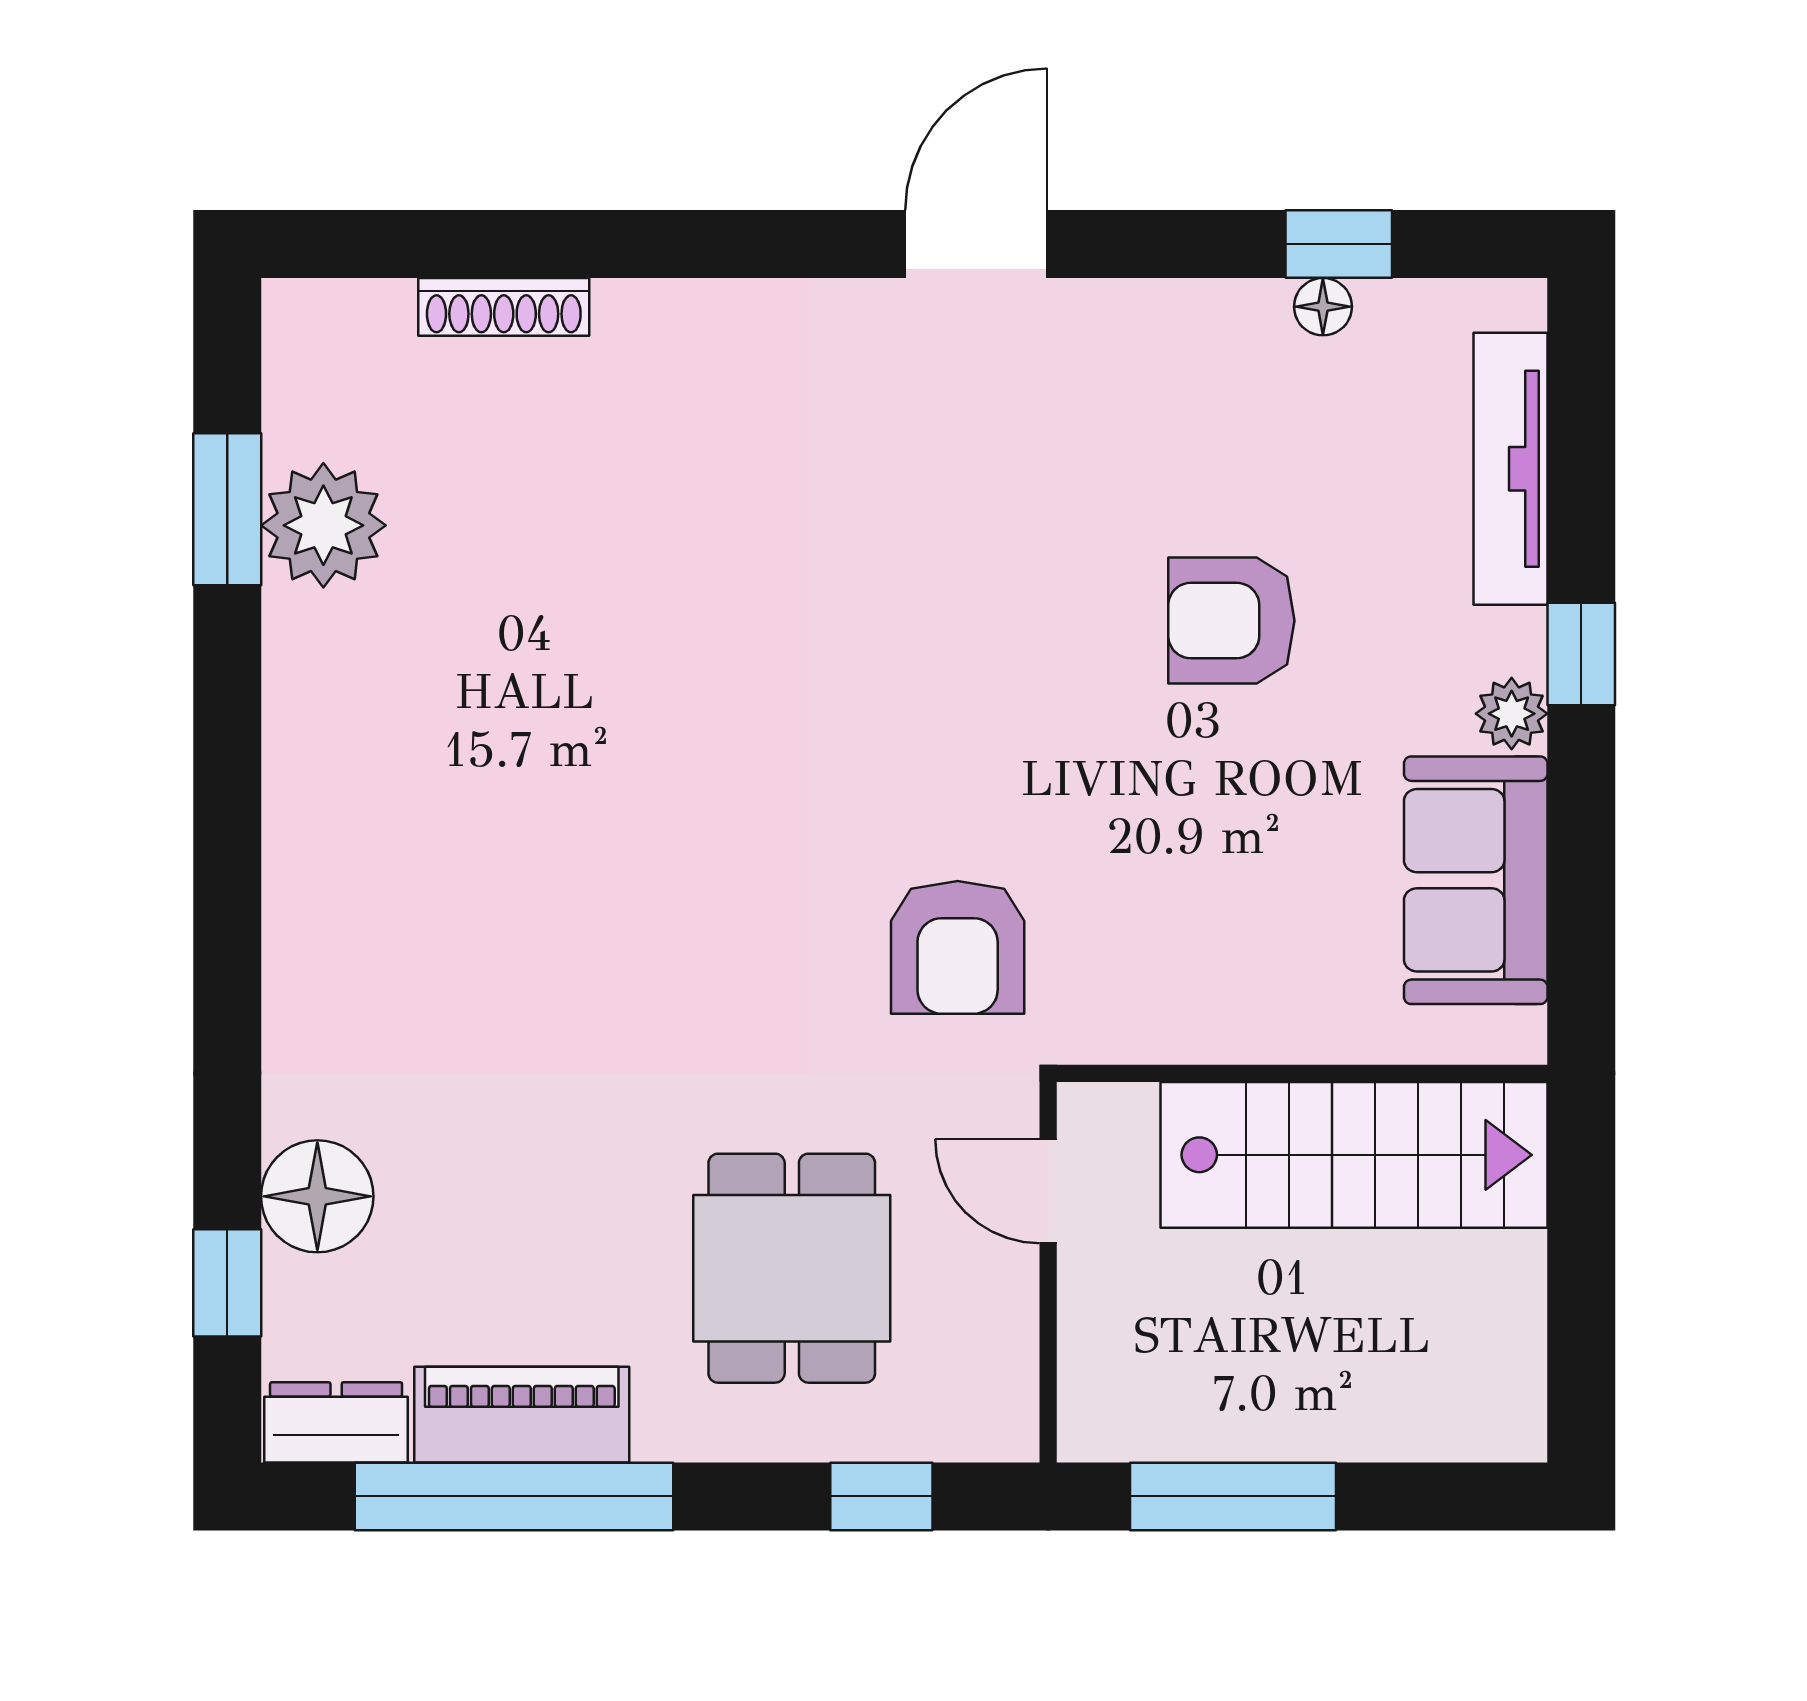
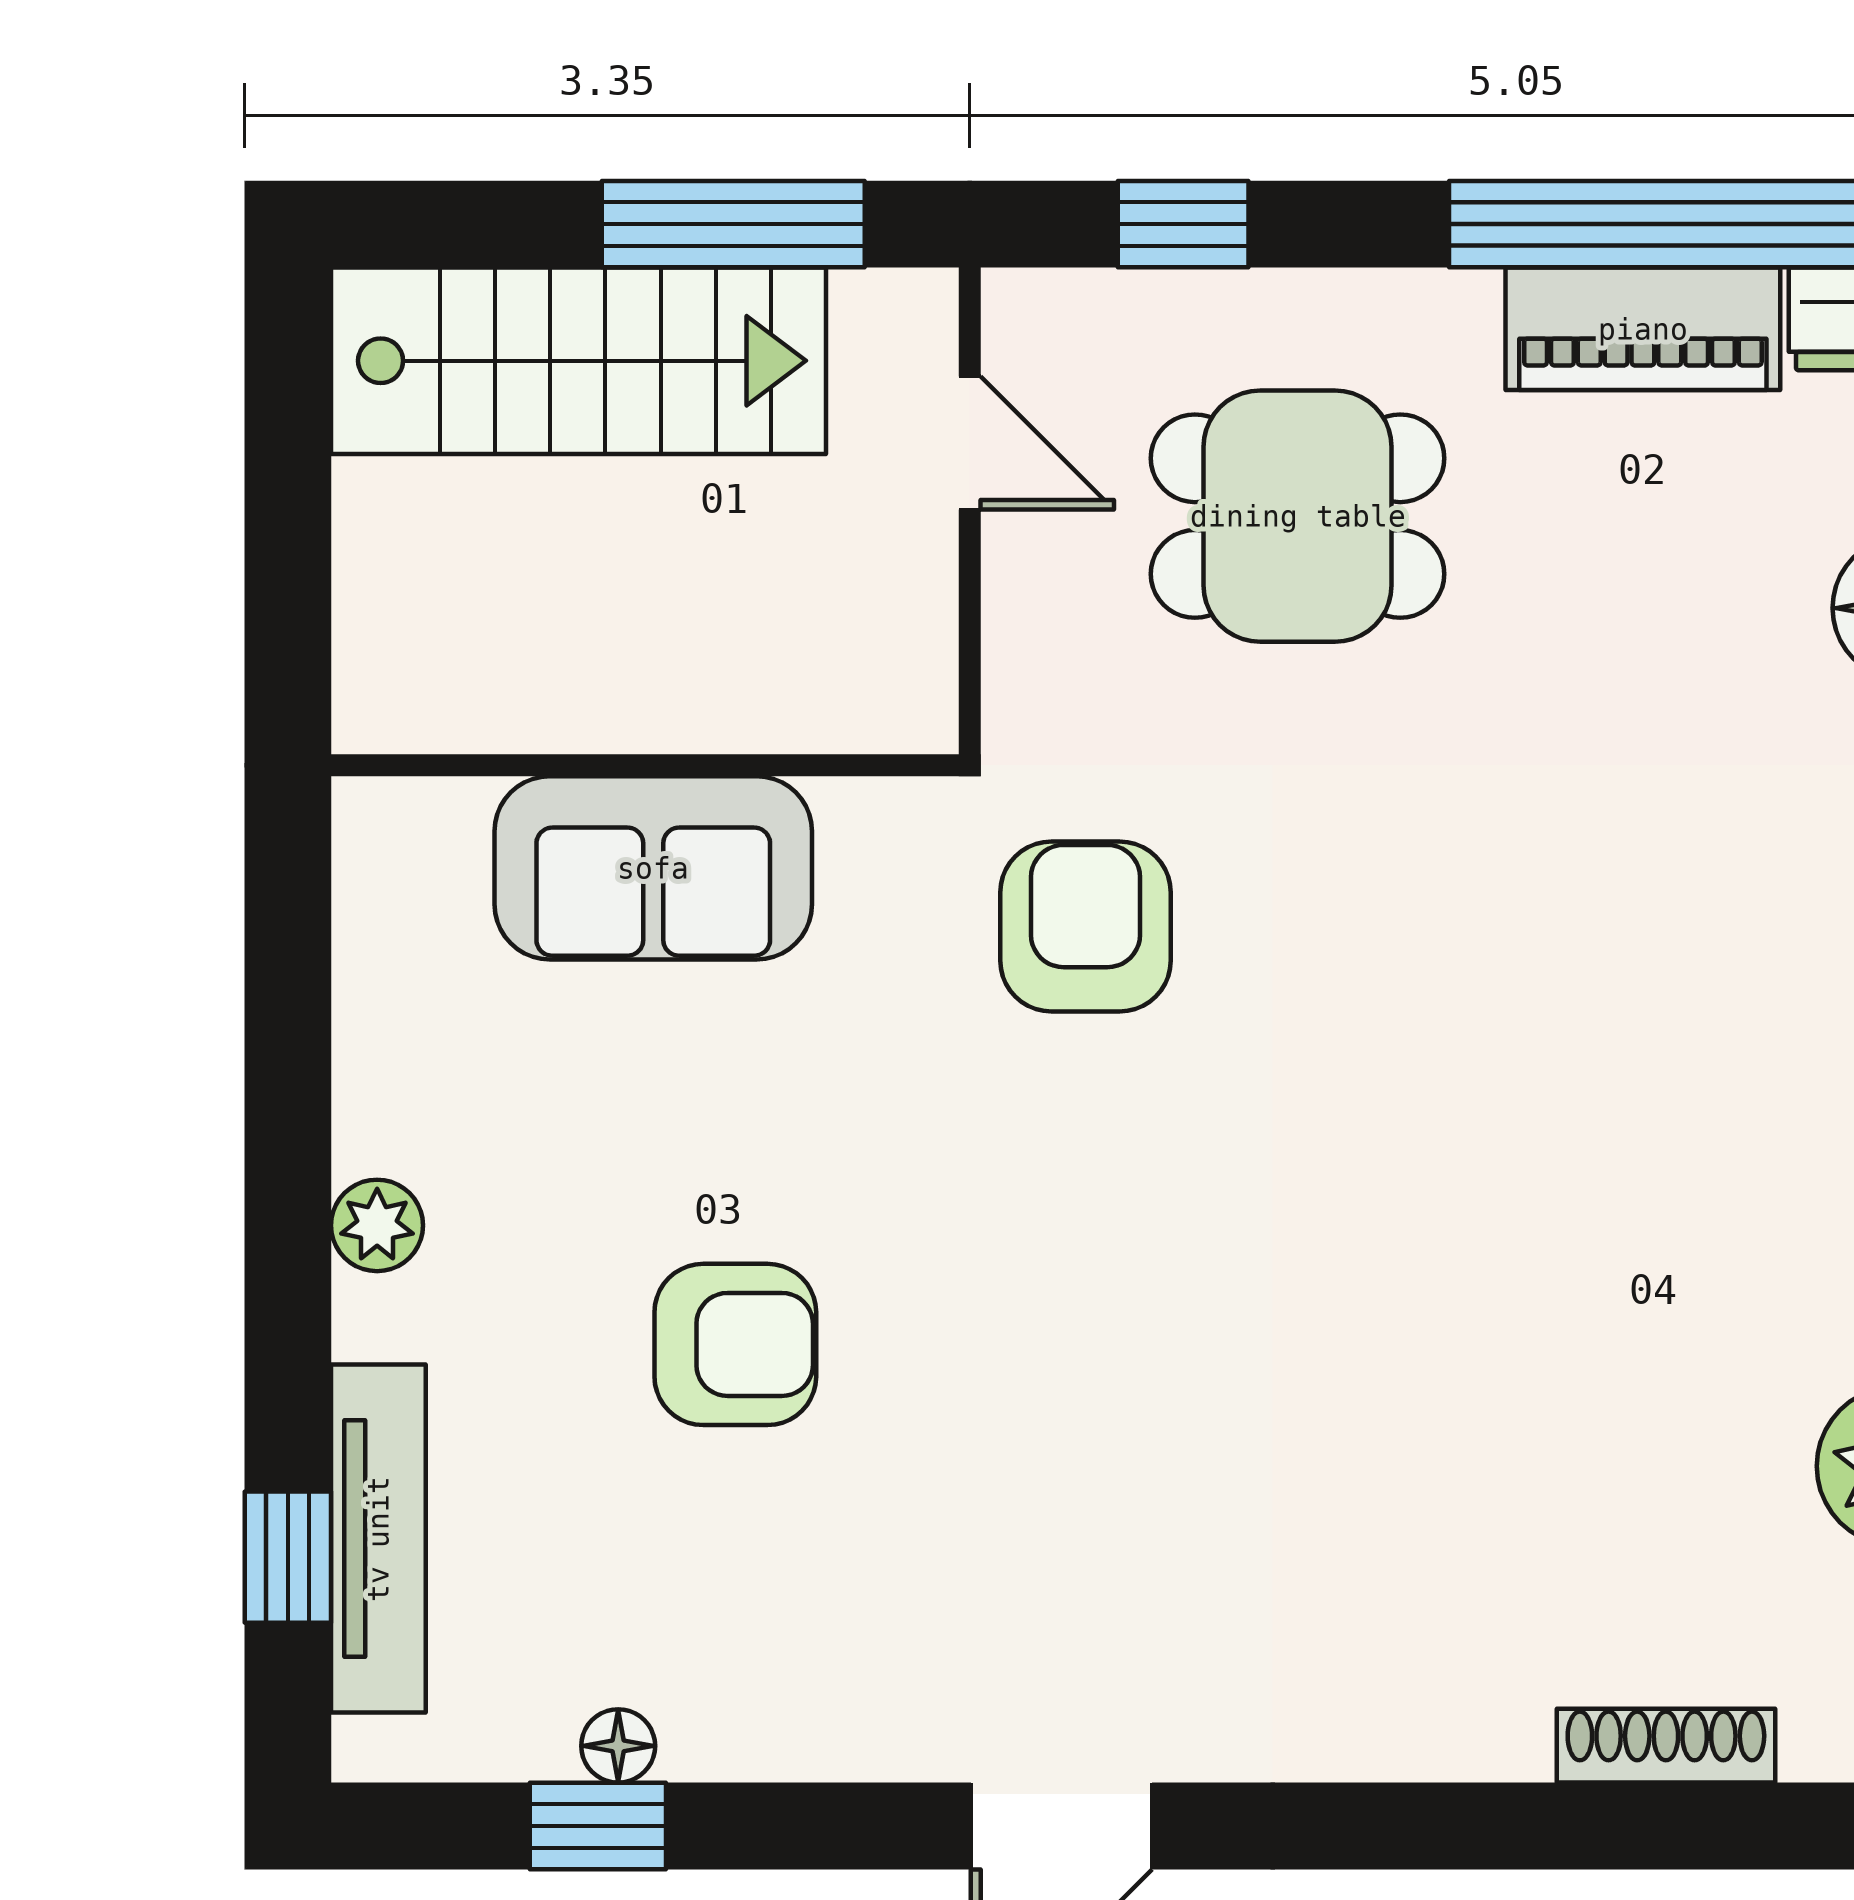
window: (1581, 654) -> (288, 1557), moved
sofa: (1476, 880) -> (653, 868), moved, turned 90
stairs: (1354, 1155) -> (579, 361), moved, turned 180
door: (1048, 1191) -> (970, 443), moved
dining table: (792, 1268) -> (1298, 516), turned 90

